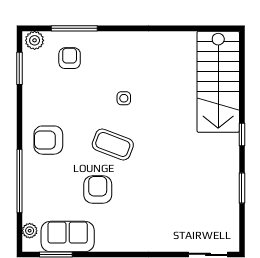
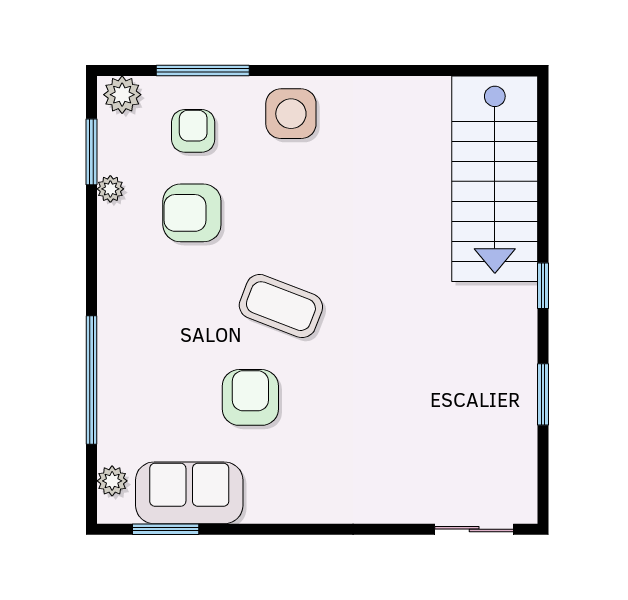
plant: (29, 87) -> (110, 189), added
side table: (124, 98) -> (291, 114), moved, width x1.87, depth x1.87
armchair: (48, 140) -> (192, 213), moved

